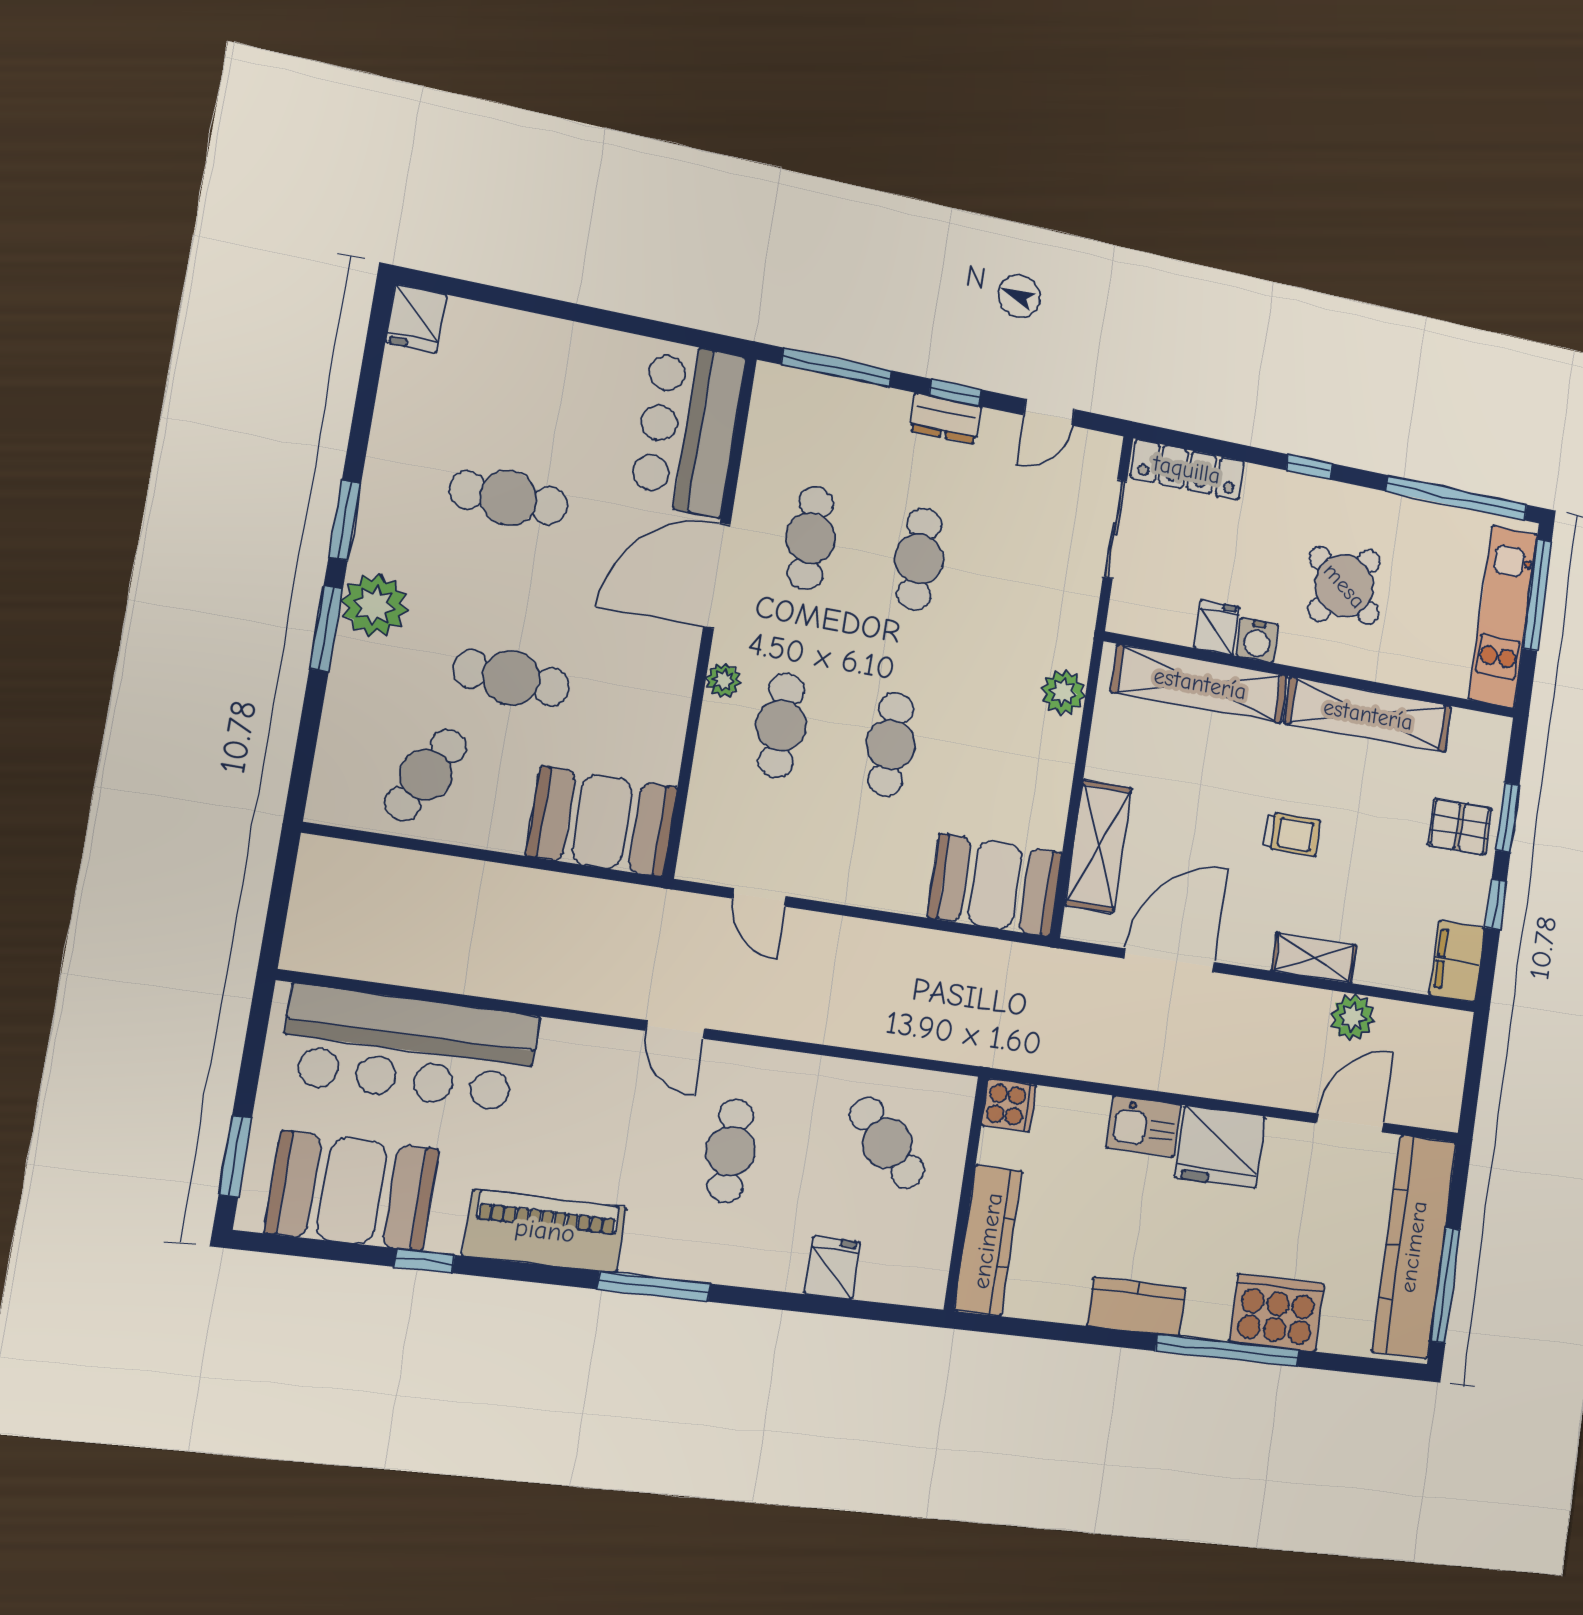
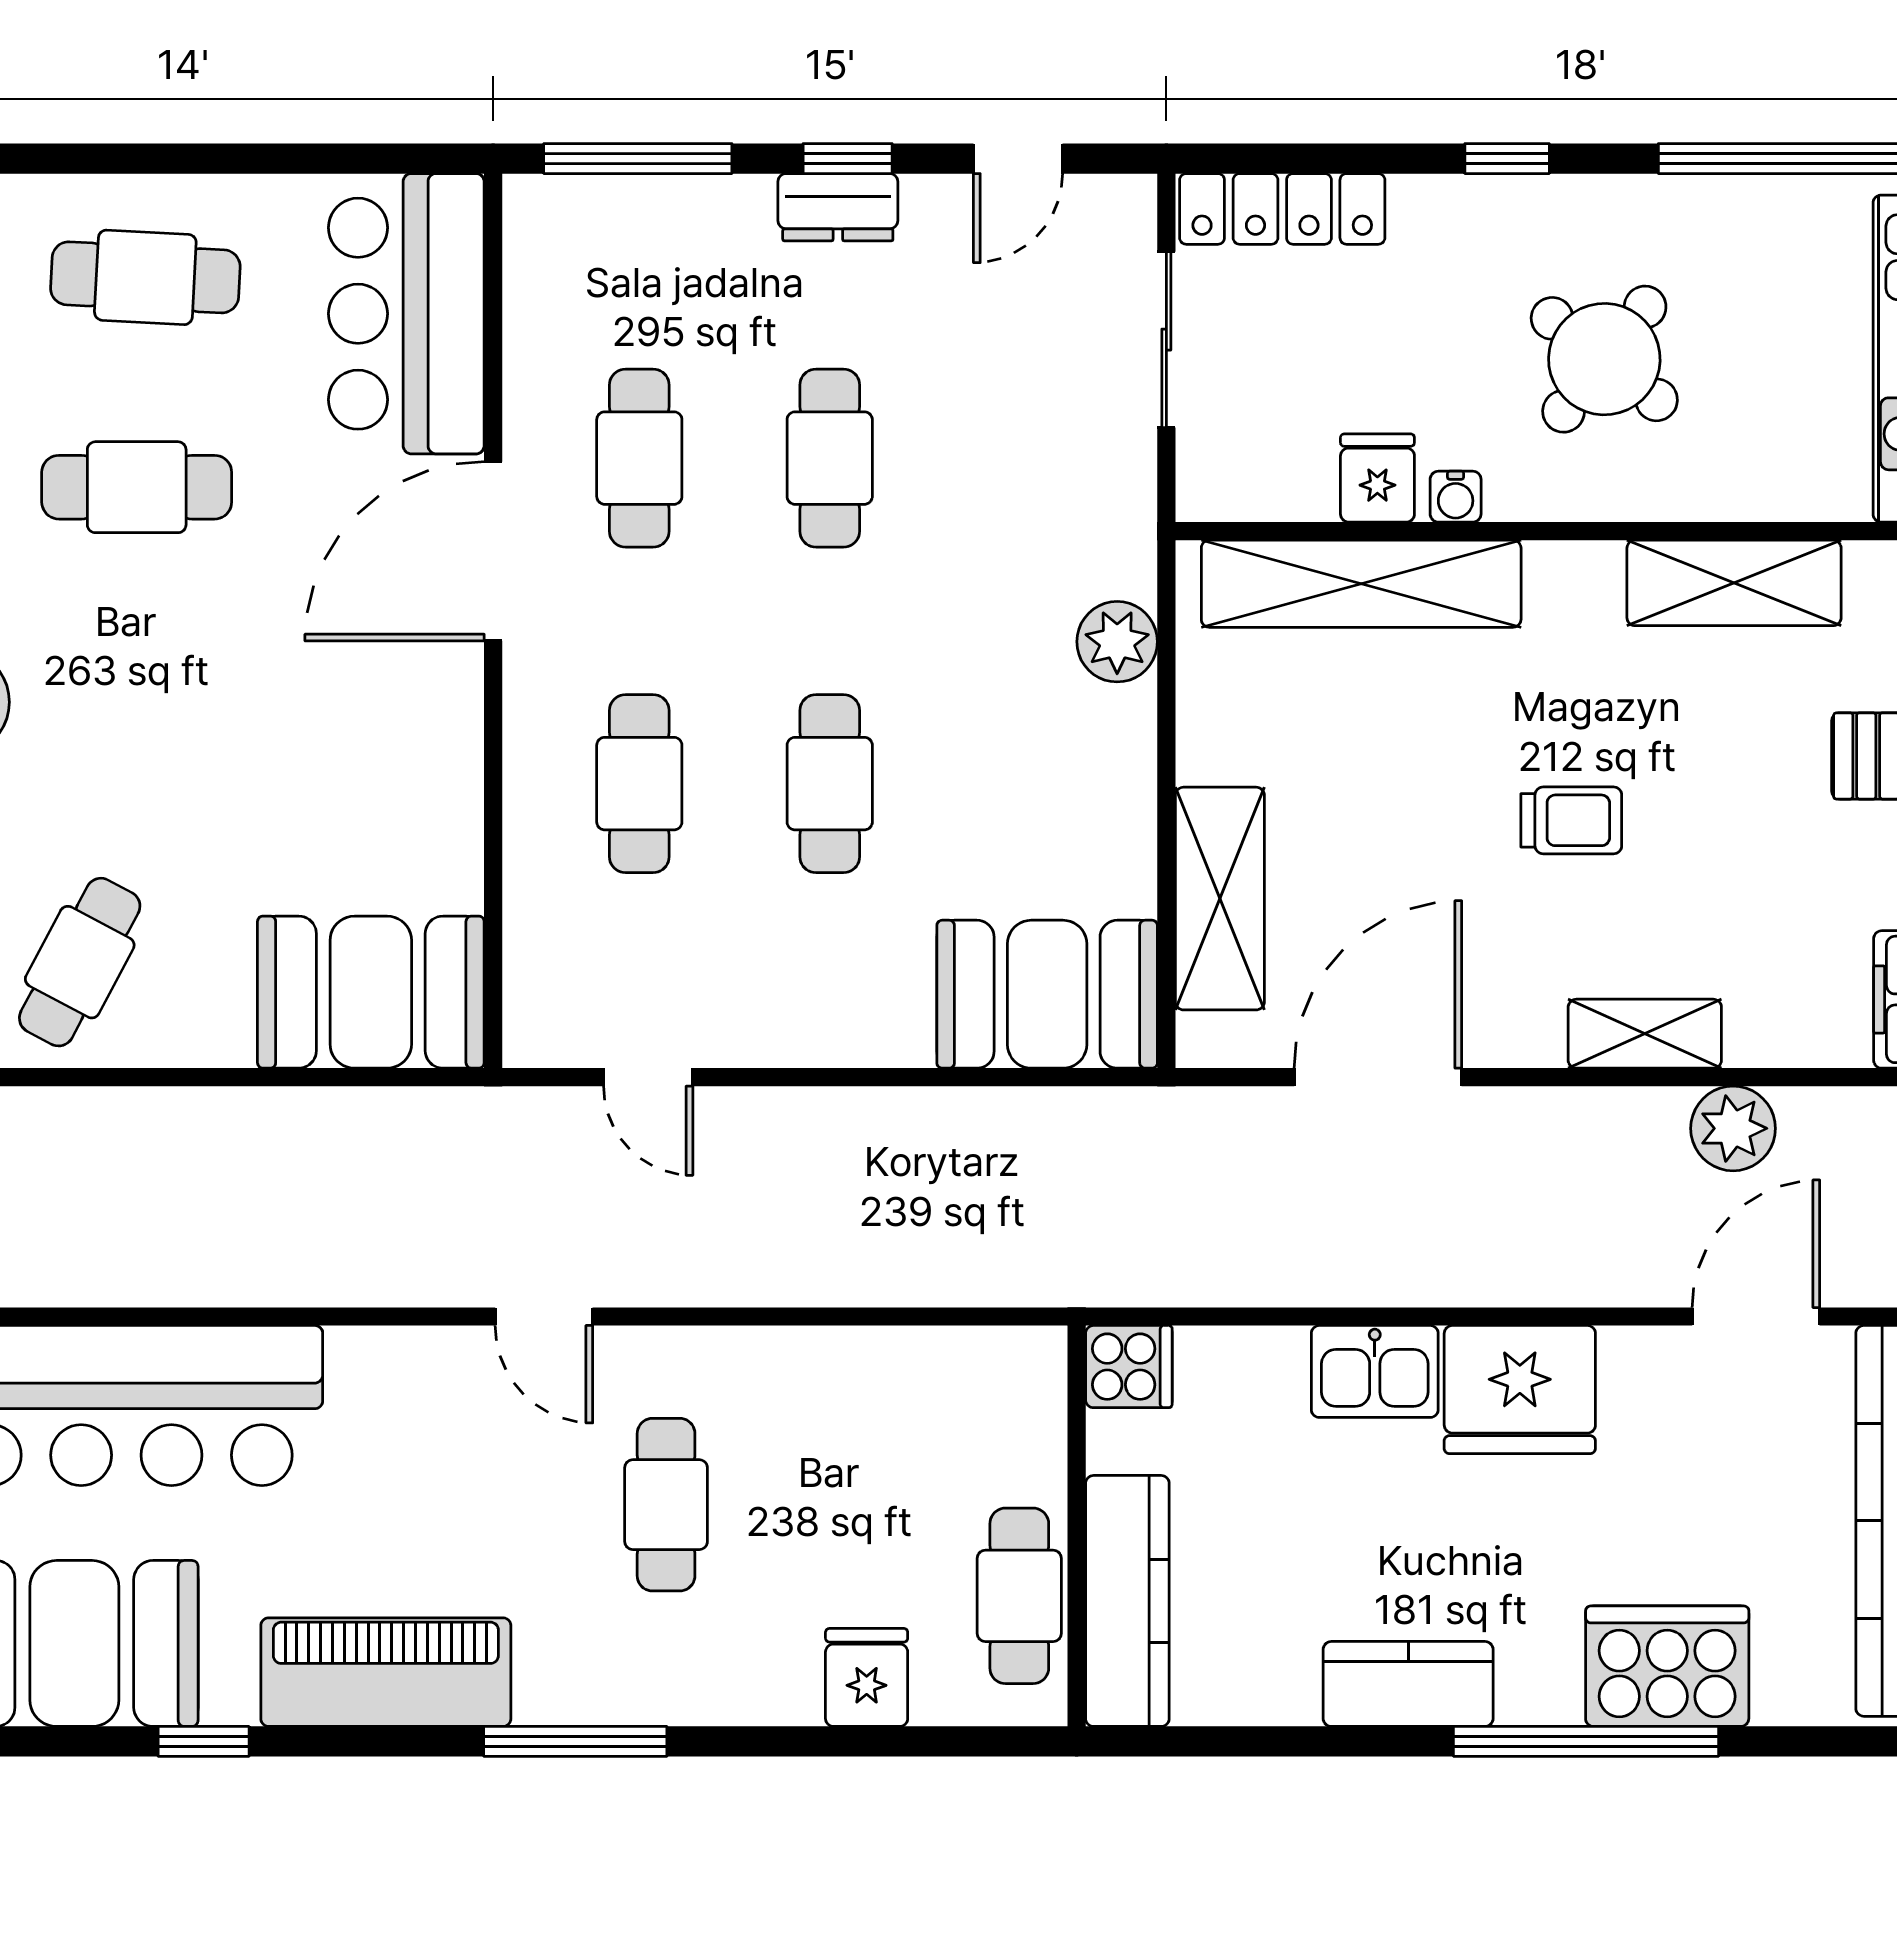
water cooler: (1257, 640) -> (1456, 497), width x0.72, depth x0.72
cafe table: (511, 678) -> (145, 277), moved
plant: (723, 680) -> (532, 724), removed
shelving: (1368, 715) -> (1734, 583), width x0.68
cafe table: (887, 1143) -> (1019, 1596), moved, turned 44

